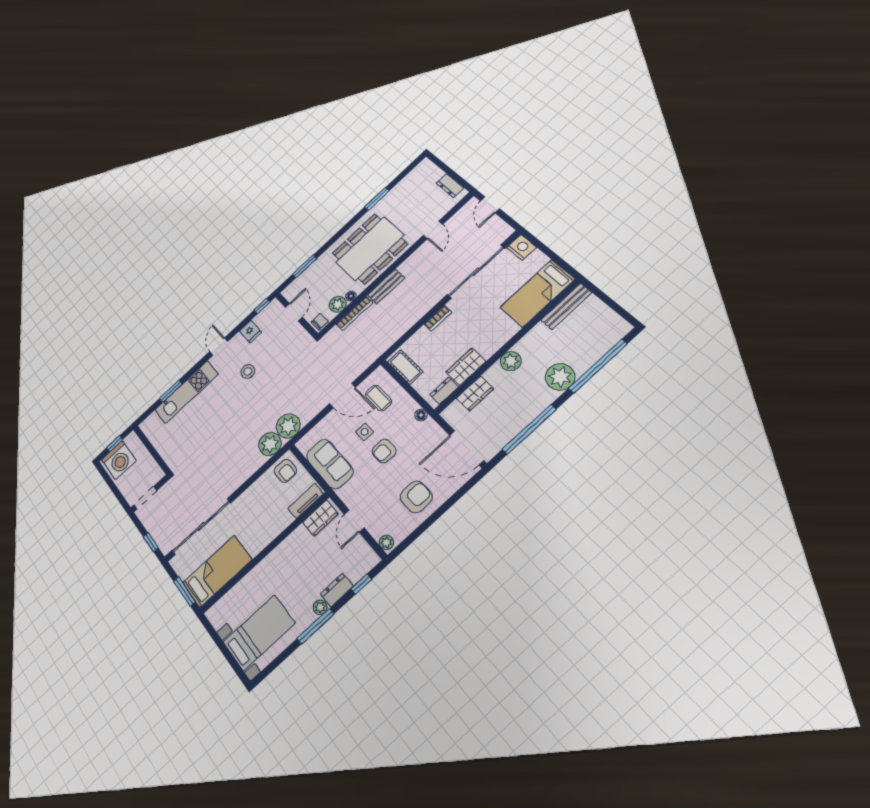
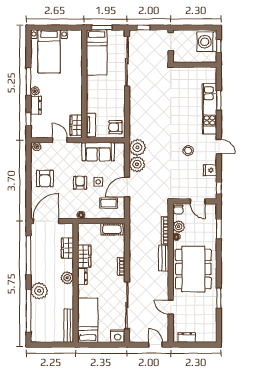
dresser: (444, 391) -> (82, 276), moved
plant: (270, 444) -> (137, 164), moved

